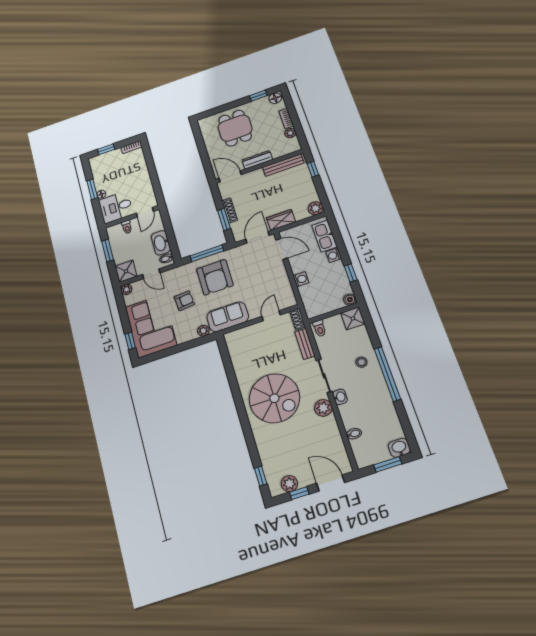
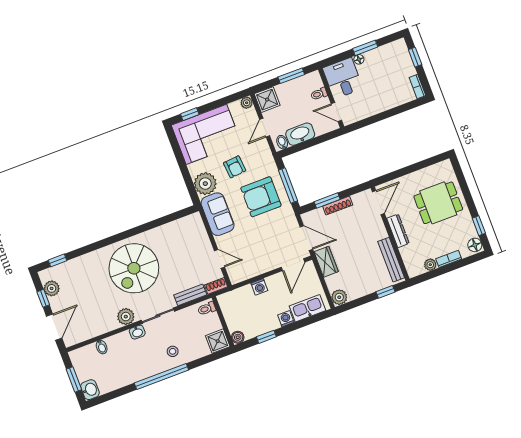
plant: (203, 331) -> (205, 184), width x1.88, depth x1.88

